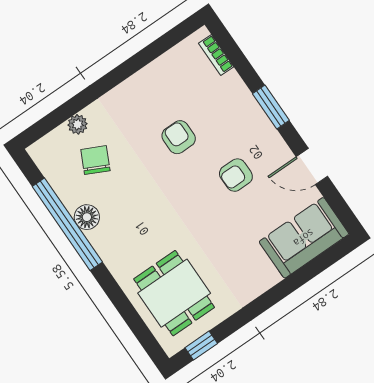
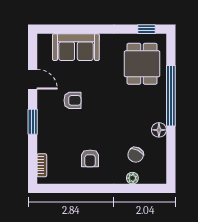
armchair: (179, 137) -> (90, 158), moved
window: (67, 224) -> (171, 96), moved
sofa: (304, 238) -> (76, 47), moved

